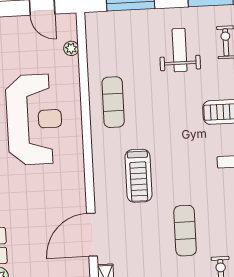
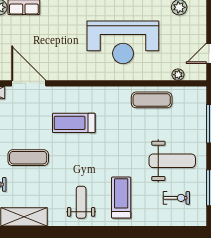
weight bench: (180, 50) -> (172, 161), width x1.36, depth x1.33
exercise mat: (113, 102) -> (152, 100), moved

